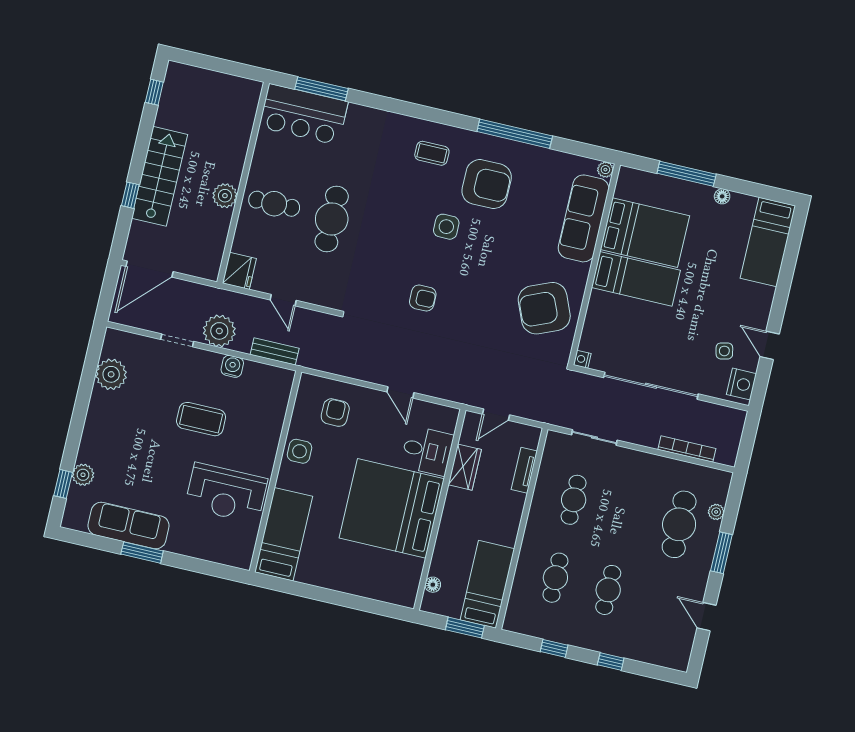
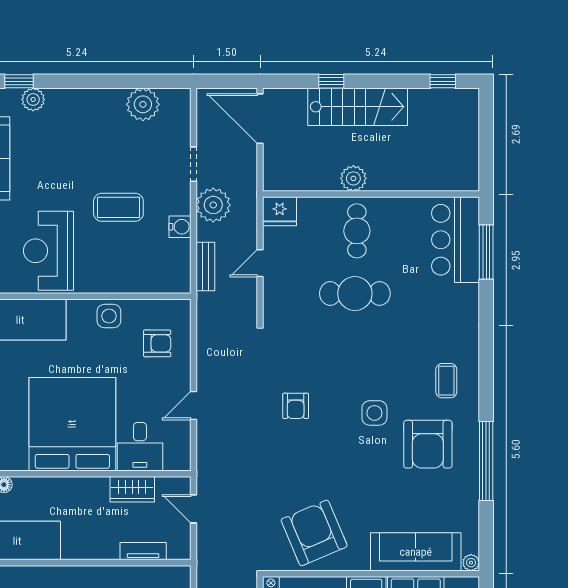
coffee table: (201, 419) -> (118, 207), turned 90

